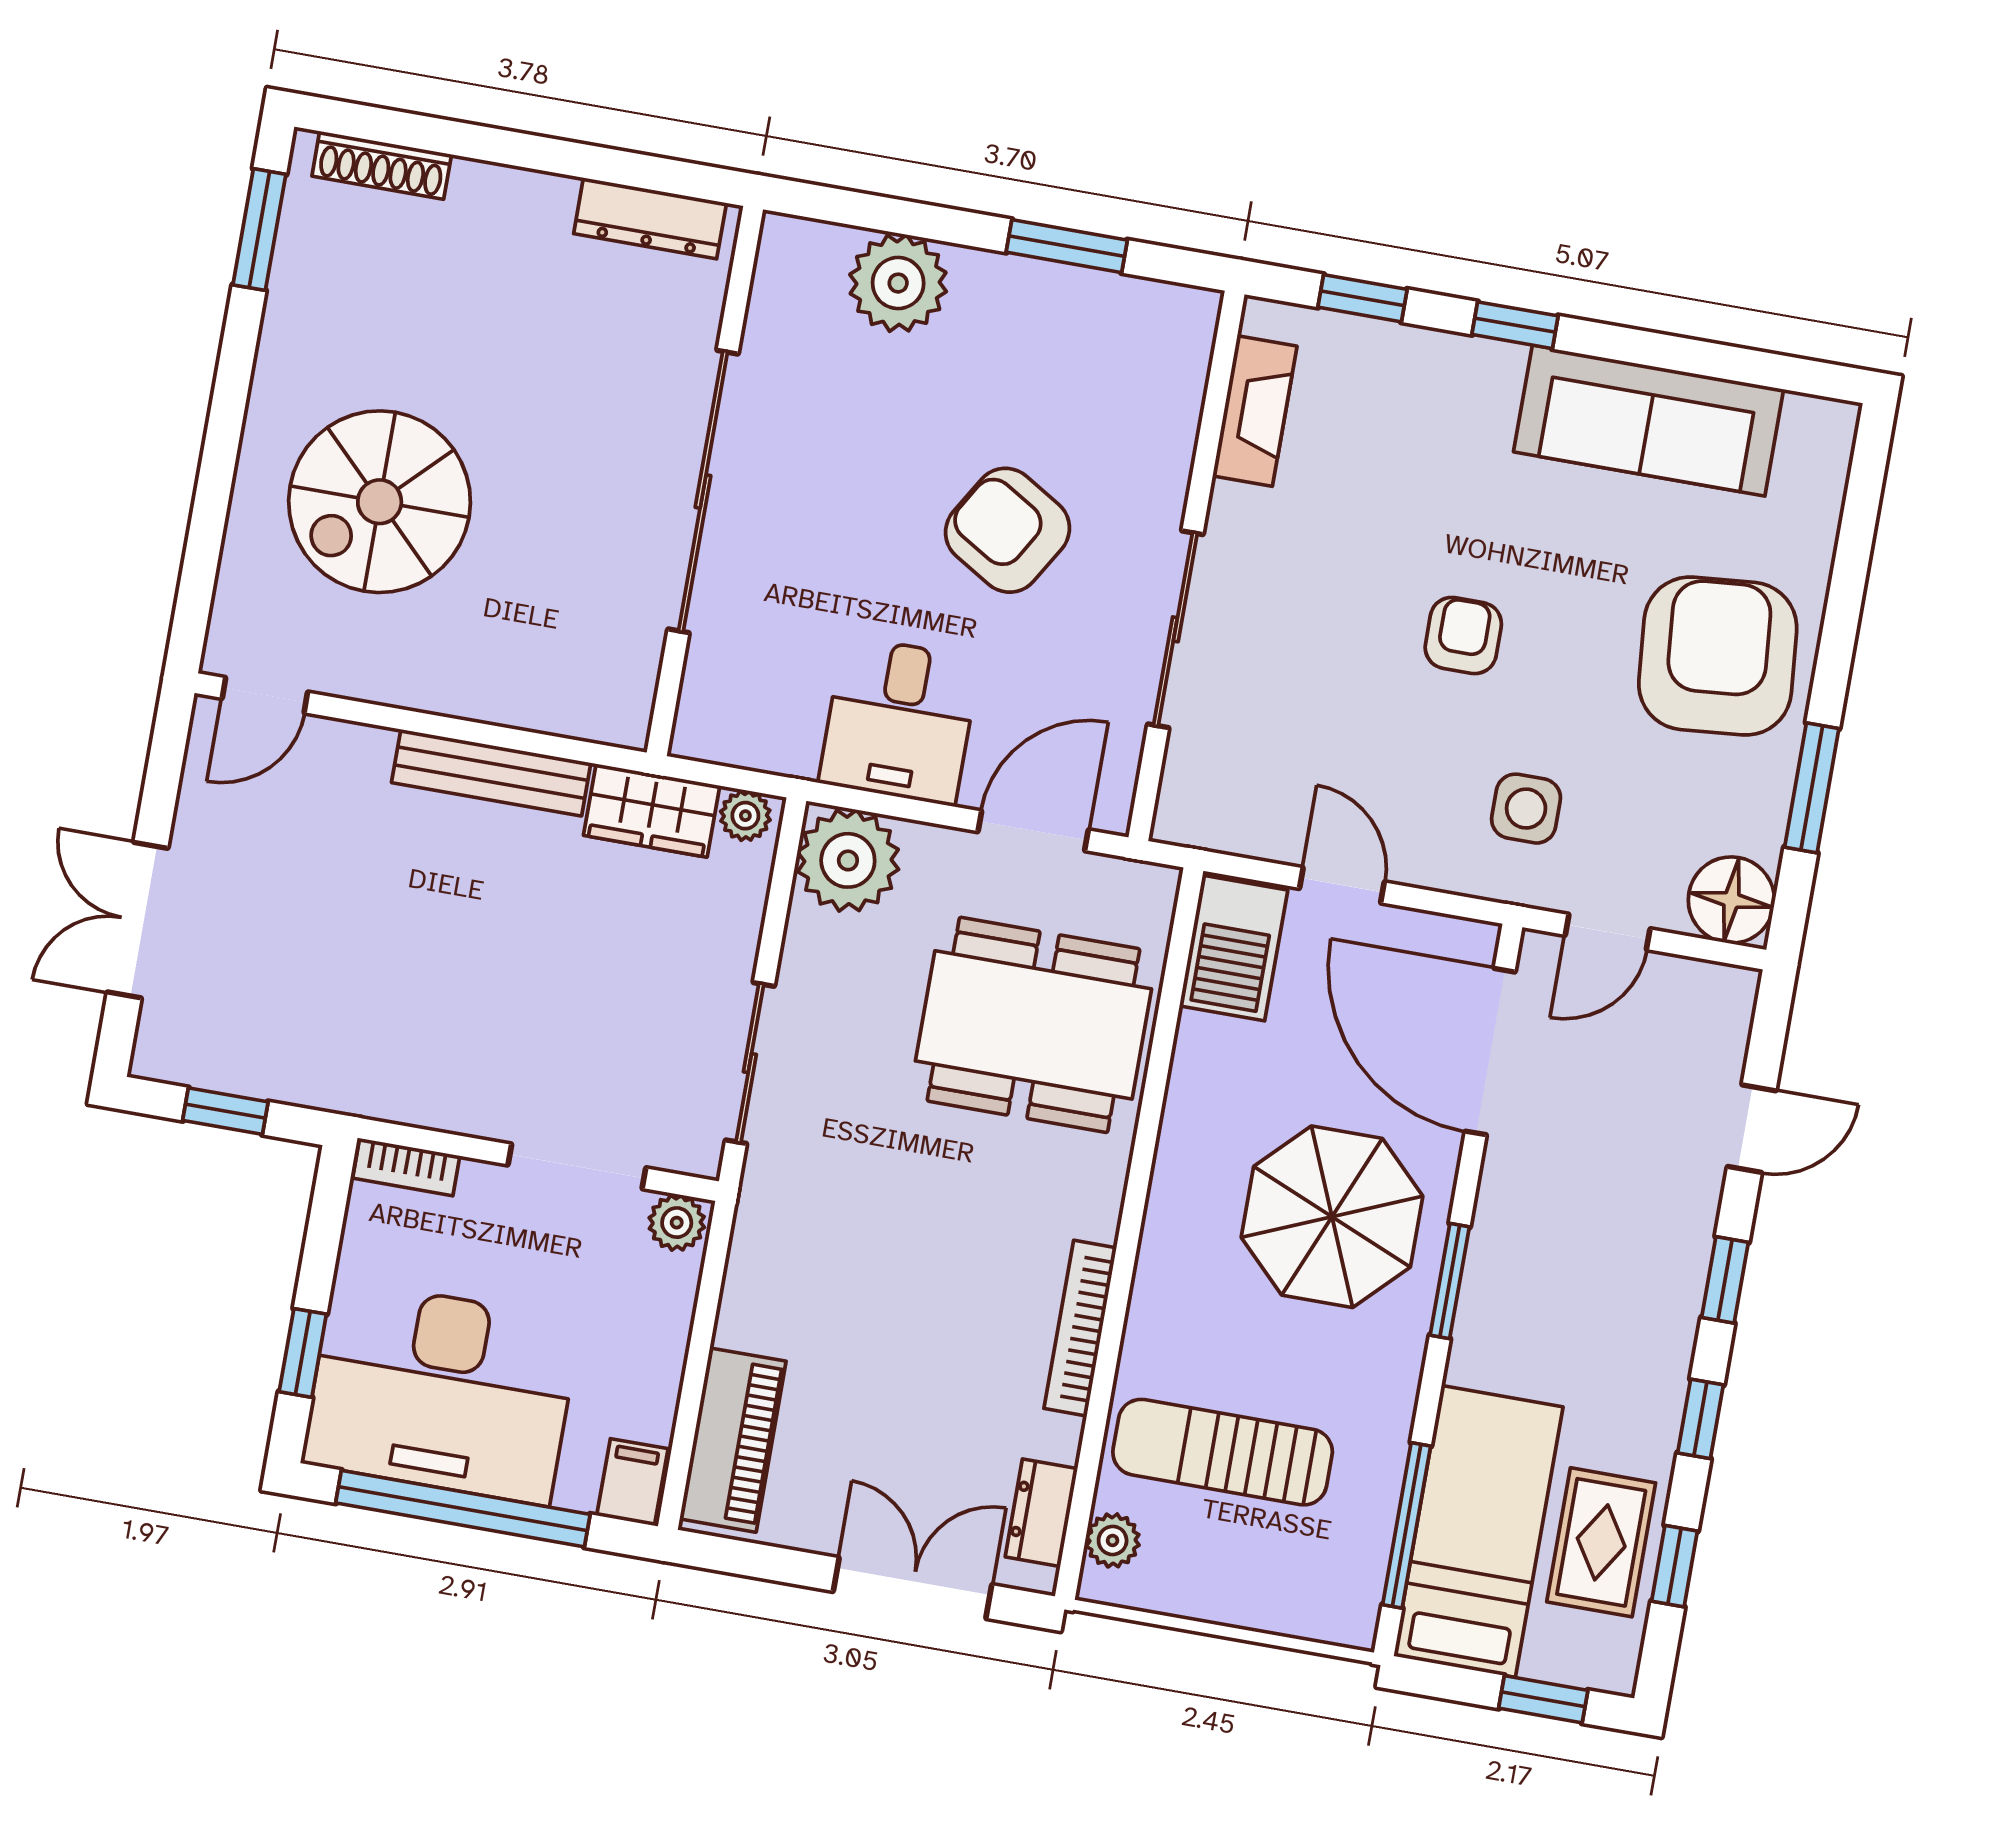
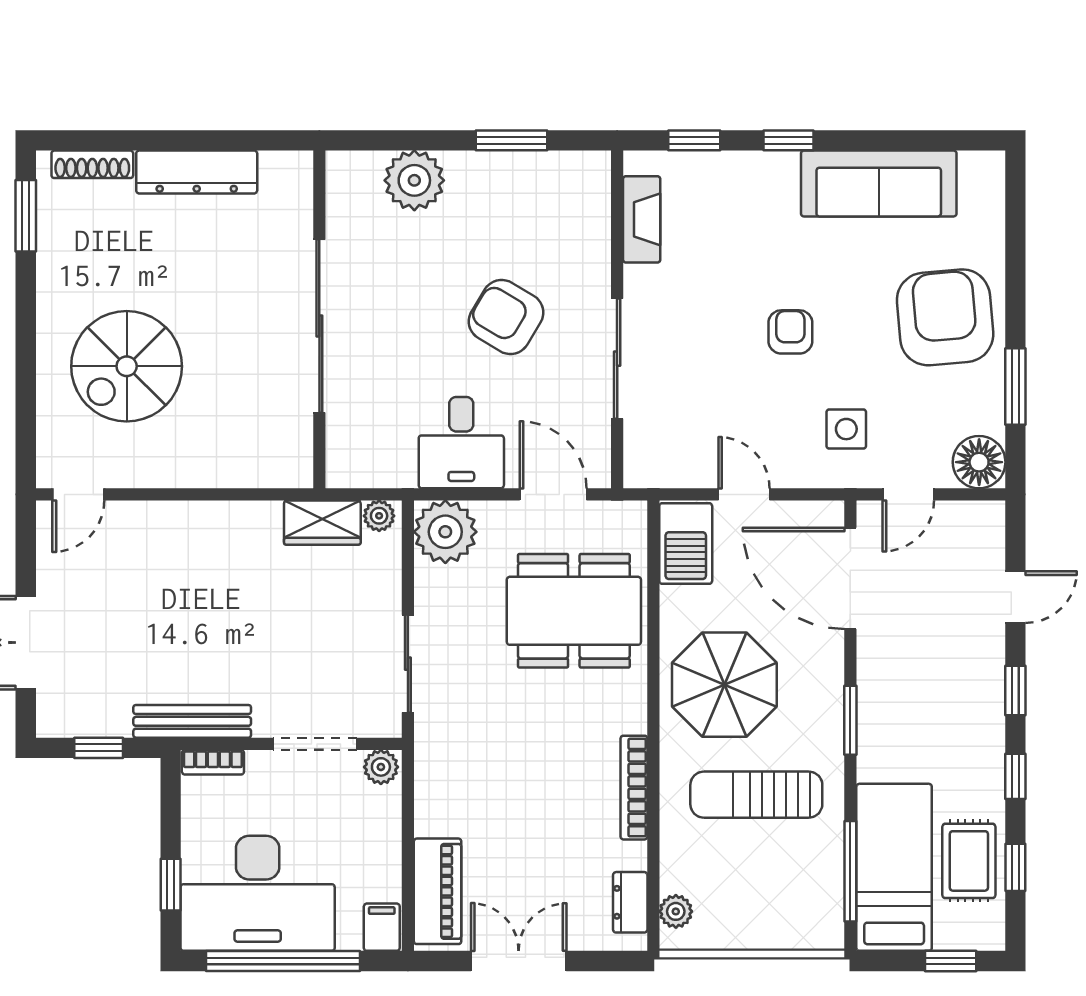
dresser: (650, 218) -> (197, 172), moved, width x1.37, depth x1.24
bench: (491, 773) -> (192, 721), moved
door: (1033, 831) -> (553, 494), hinge flipped
parasol: (1332, 1217) -> (724, 685), moved
sun lounger: (1223, 1452) -> (756, 795), moved
double door: (912, 1588) -> (519, 961), moved

